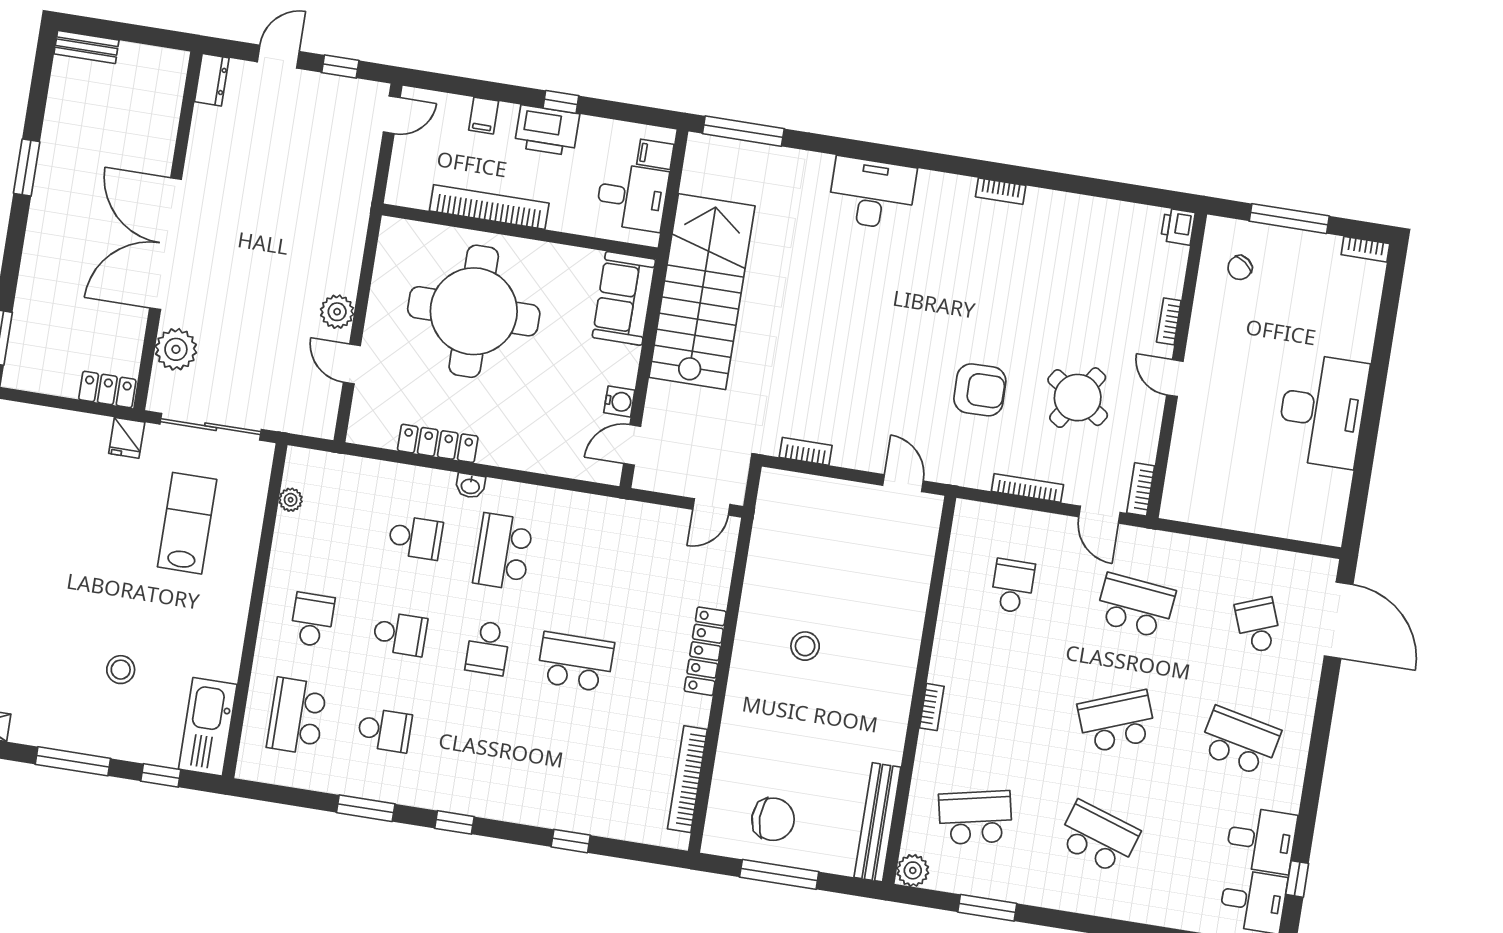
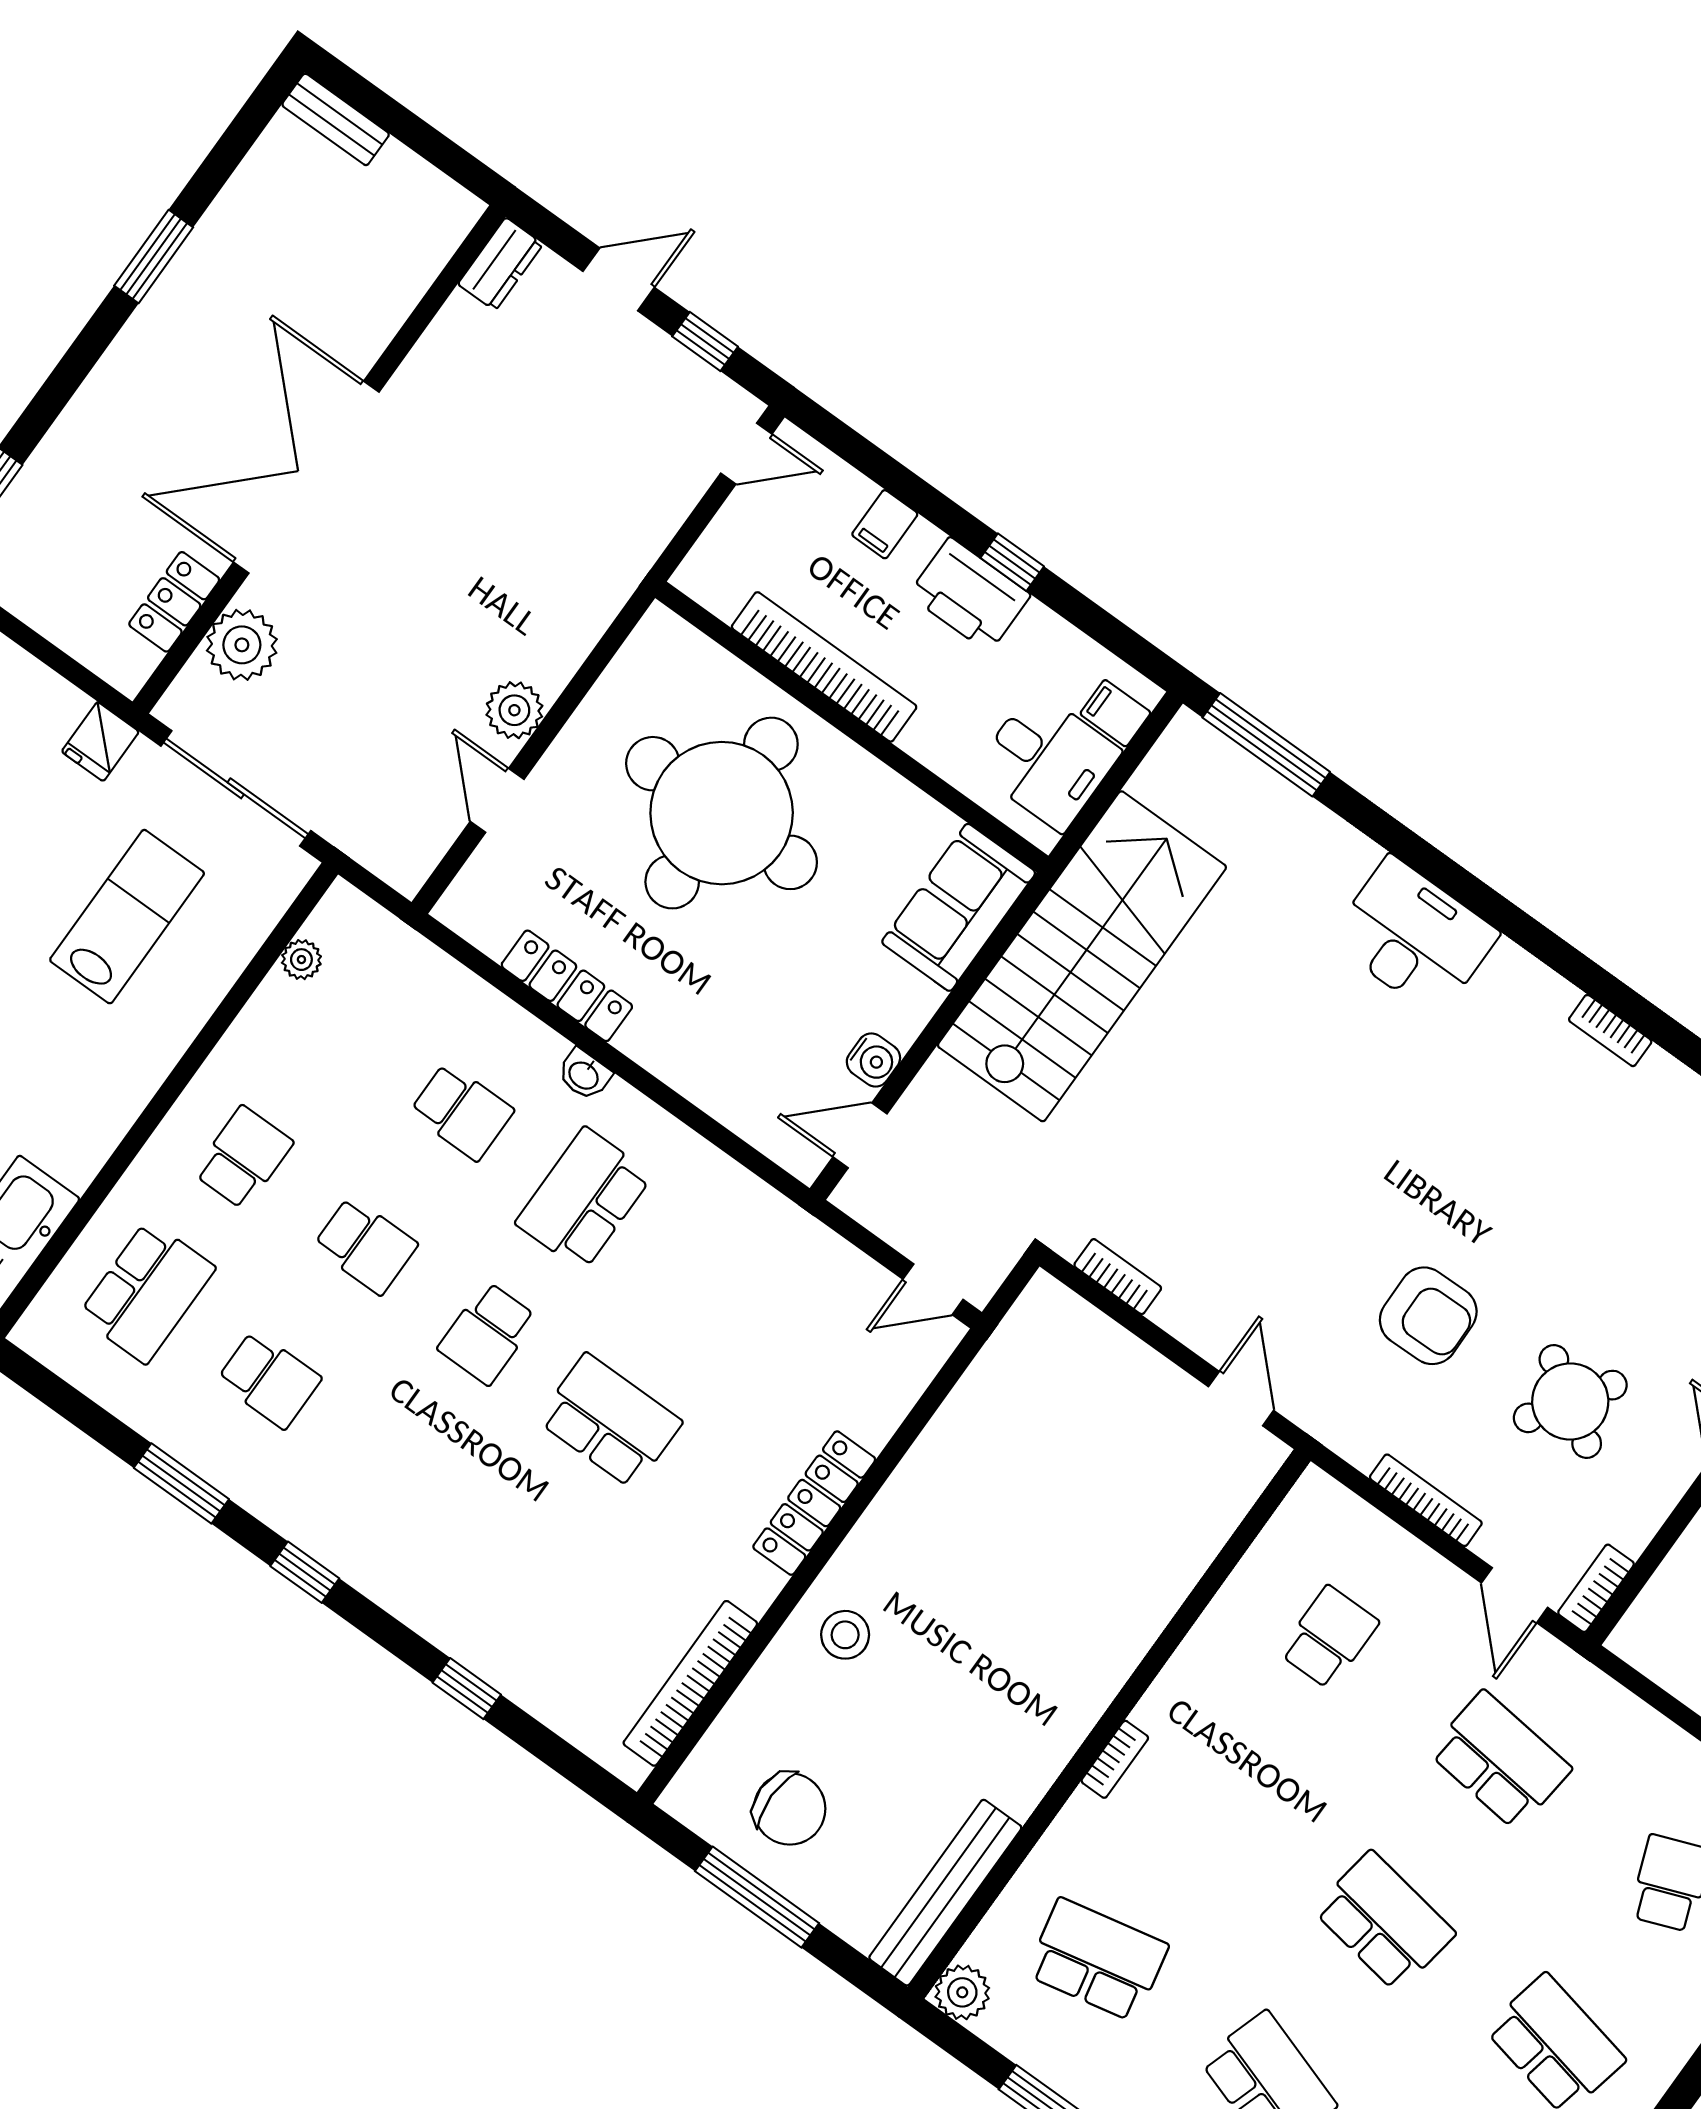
locker: (107, 390) -> (174, 602), moved, turned -90
stool: (805, 646) -> (845, 1635), moved
school desk: (297, 716) -> (147, 1292), turned 180
school desk: (1117, 721) -> (1384, 1921), turned 30

